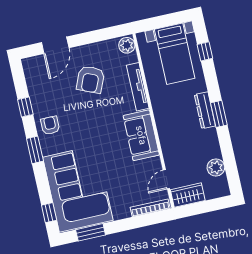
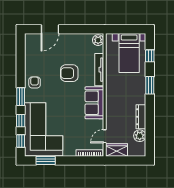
armchair: (91, 79) -> (69, 73), moved, turned 67
window: (25, 107) -> (21, 121), moved
dresser: (205, 110) -> (141, 117), moved
window: (219, 114) -> (150, 85), moved

